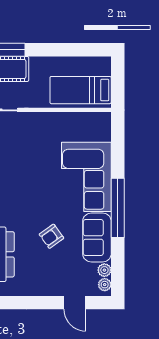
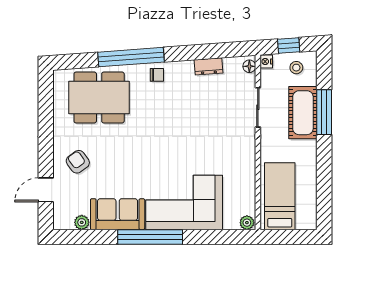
armchair: (51, 236) -> (78, 162), moved
plant: (105, 285) -> (247, 223), moved

